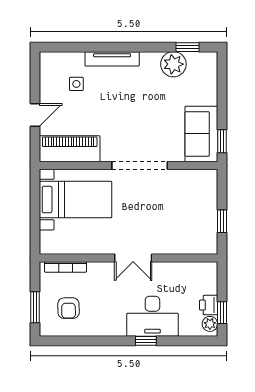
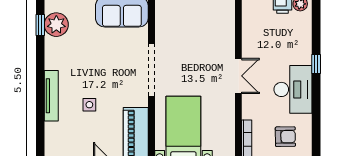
plant: (173, 64) -> (56, 25), moved
side table: (76, 84) -> (89, 105), moved
desk: (152, 316) -> (293, 89), moved

